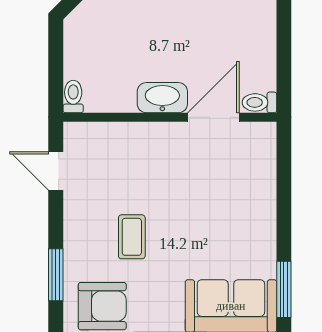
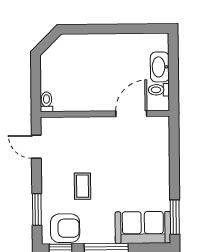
washbasin: (162, 98) -> (160, 67), moved, turned -90
toilet: (259, 102) -> (159, 90), moved

